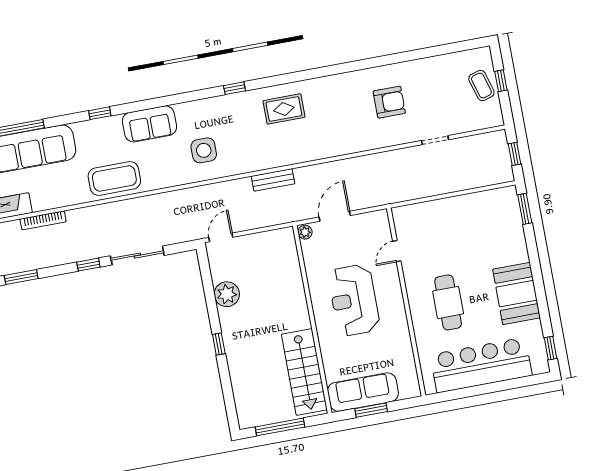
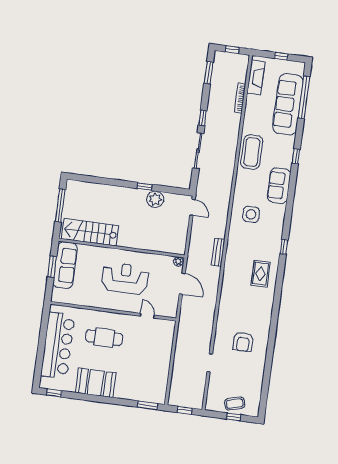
window: (219, 344) -> (145, 186), moved

